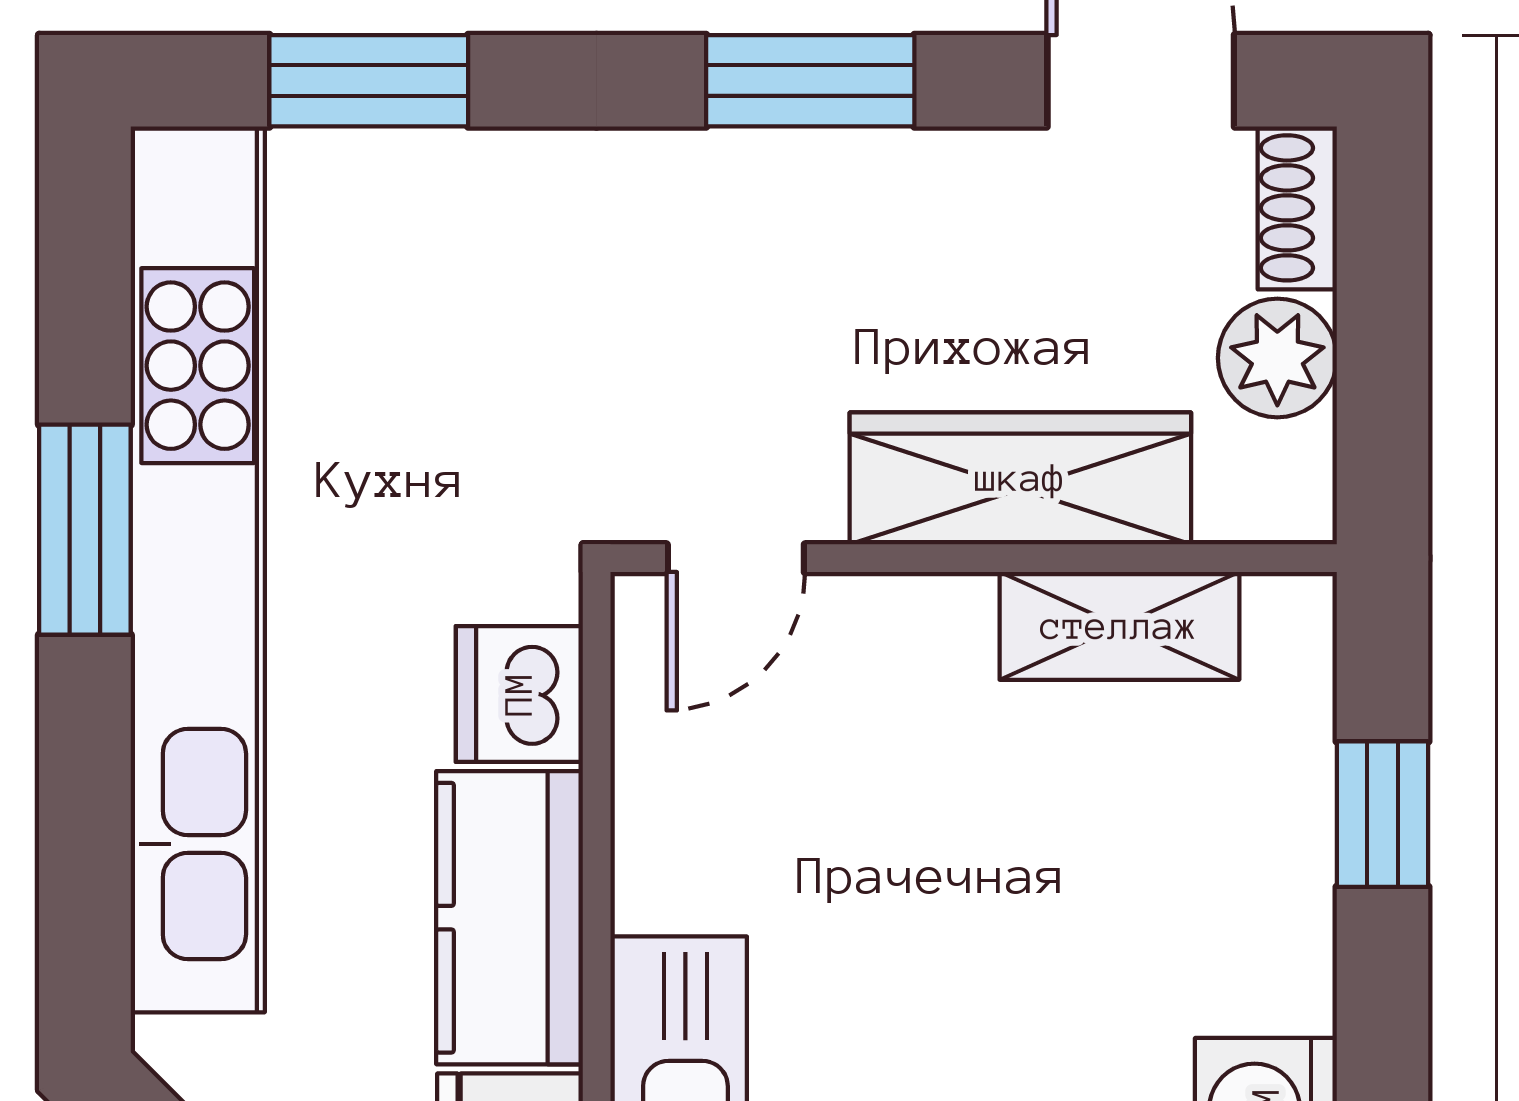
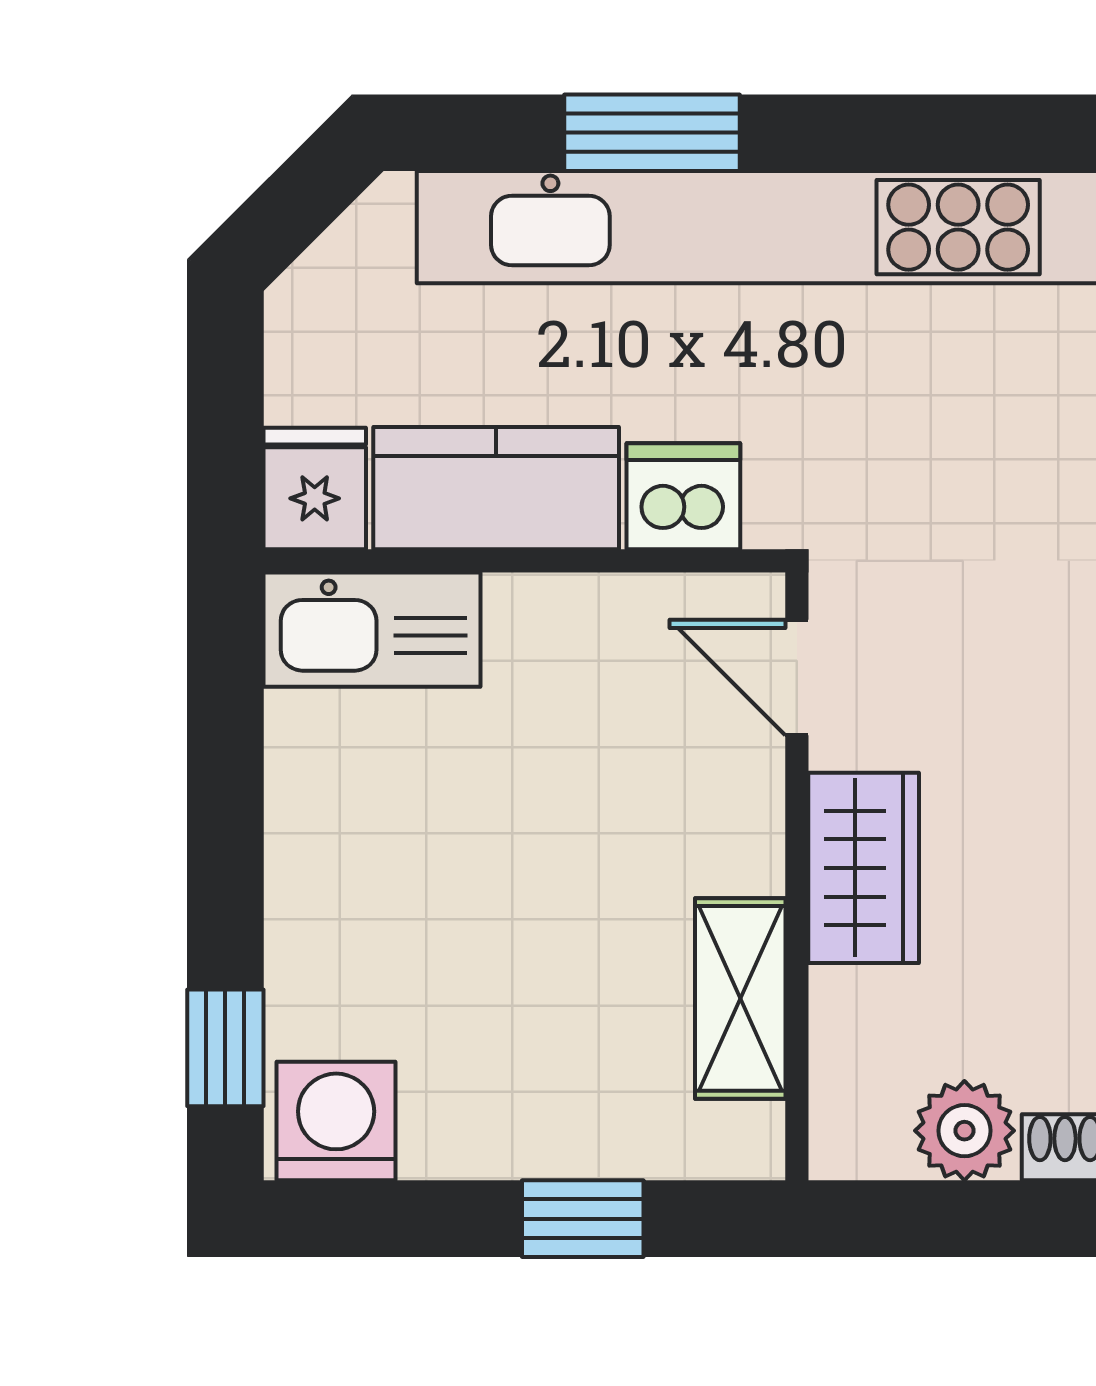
wardrobe: (1020, 478) -> (864, 868), width x0.67
window: (85, 530) -> (652, 133), moved

